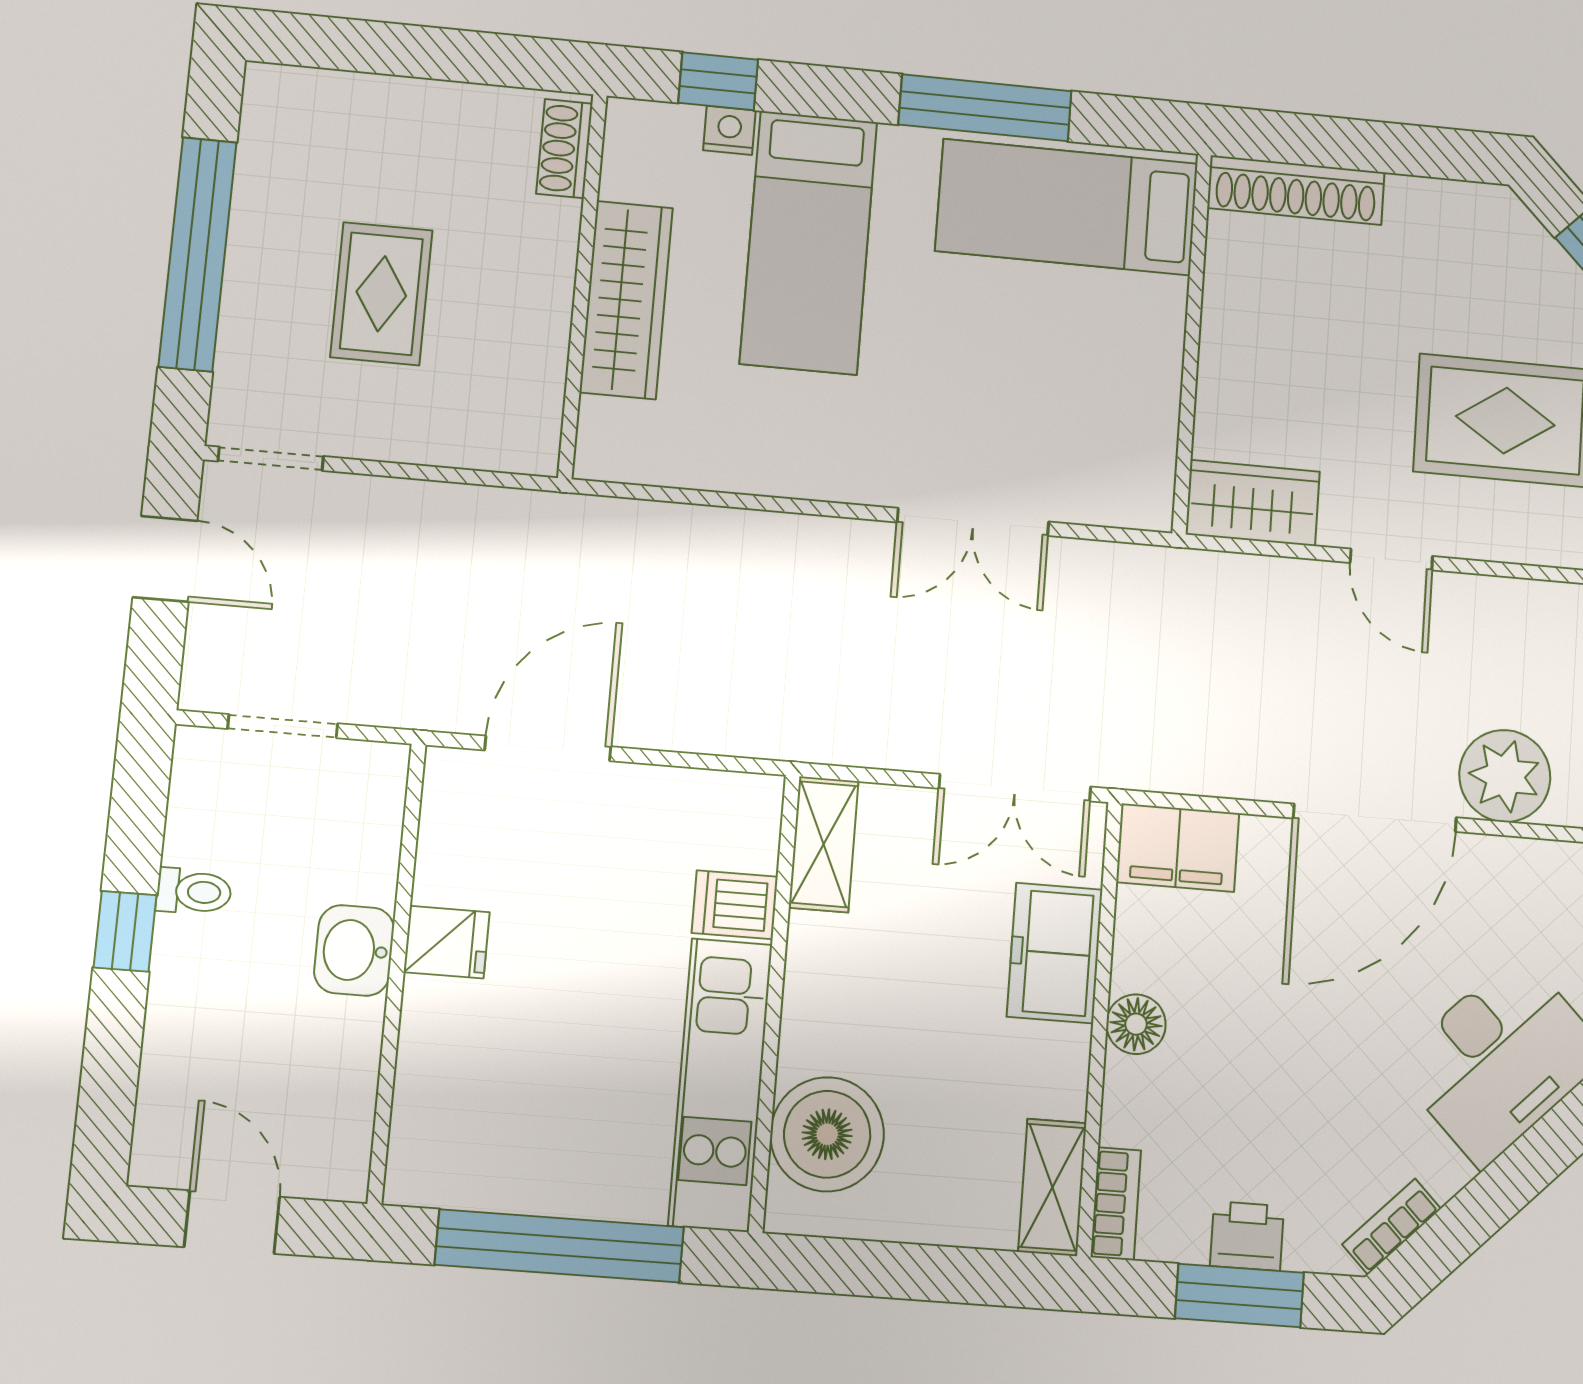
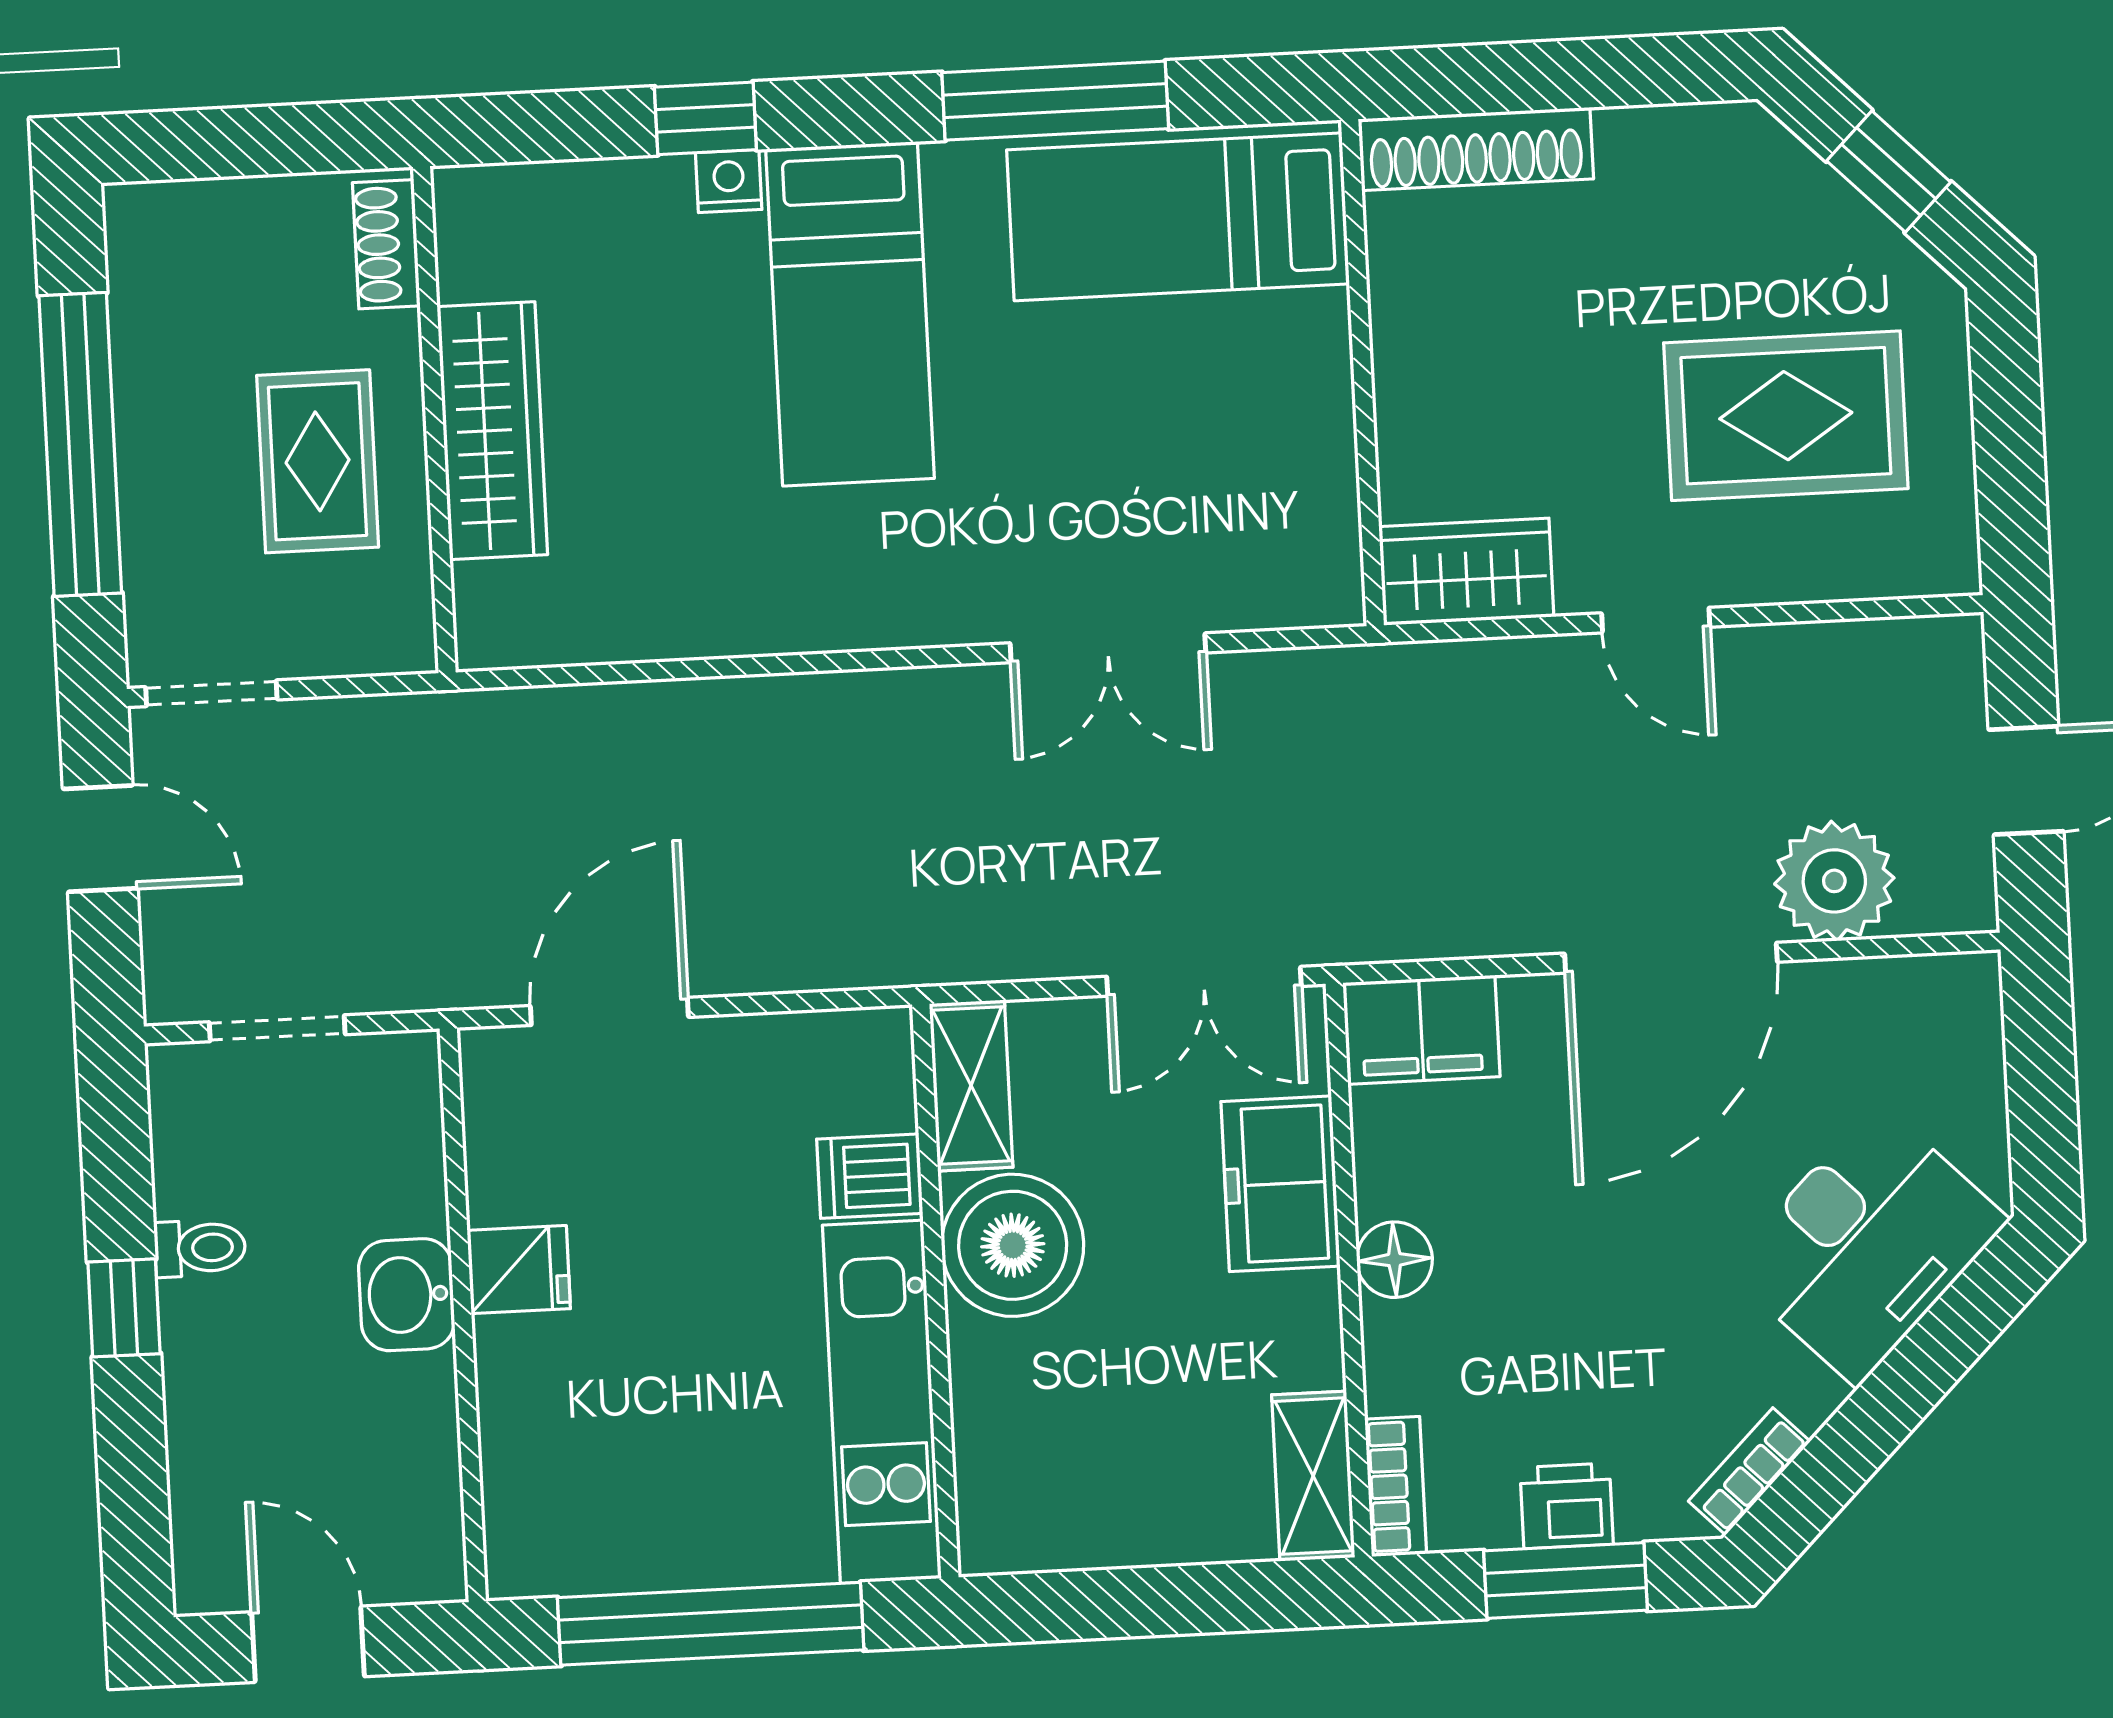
shoe rack: (564, 149) -> (386, 244), moved
wall: (582, 285) -> (434, 420), moved
wardrobe: (626, 300) -> (492, 431), moved
boiler: (827, 1134) -> (1013, 1245), moved

